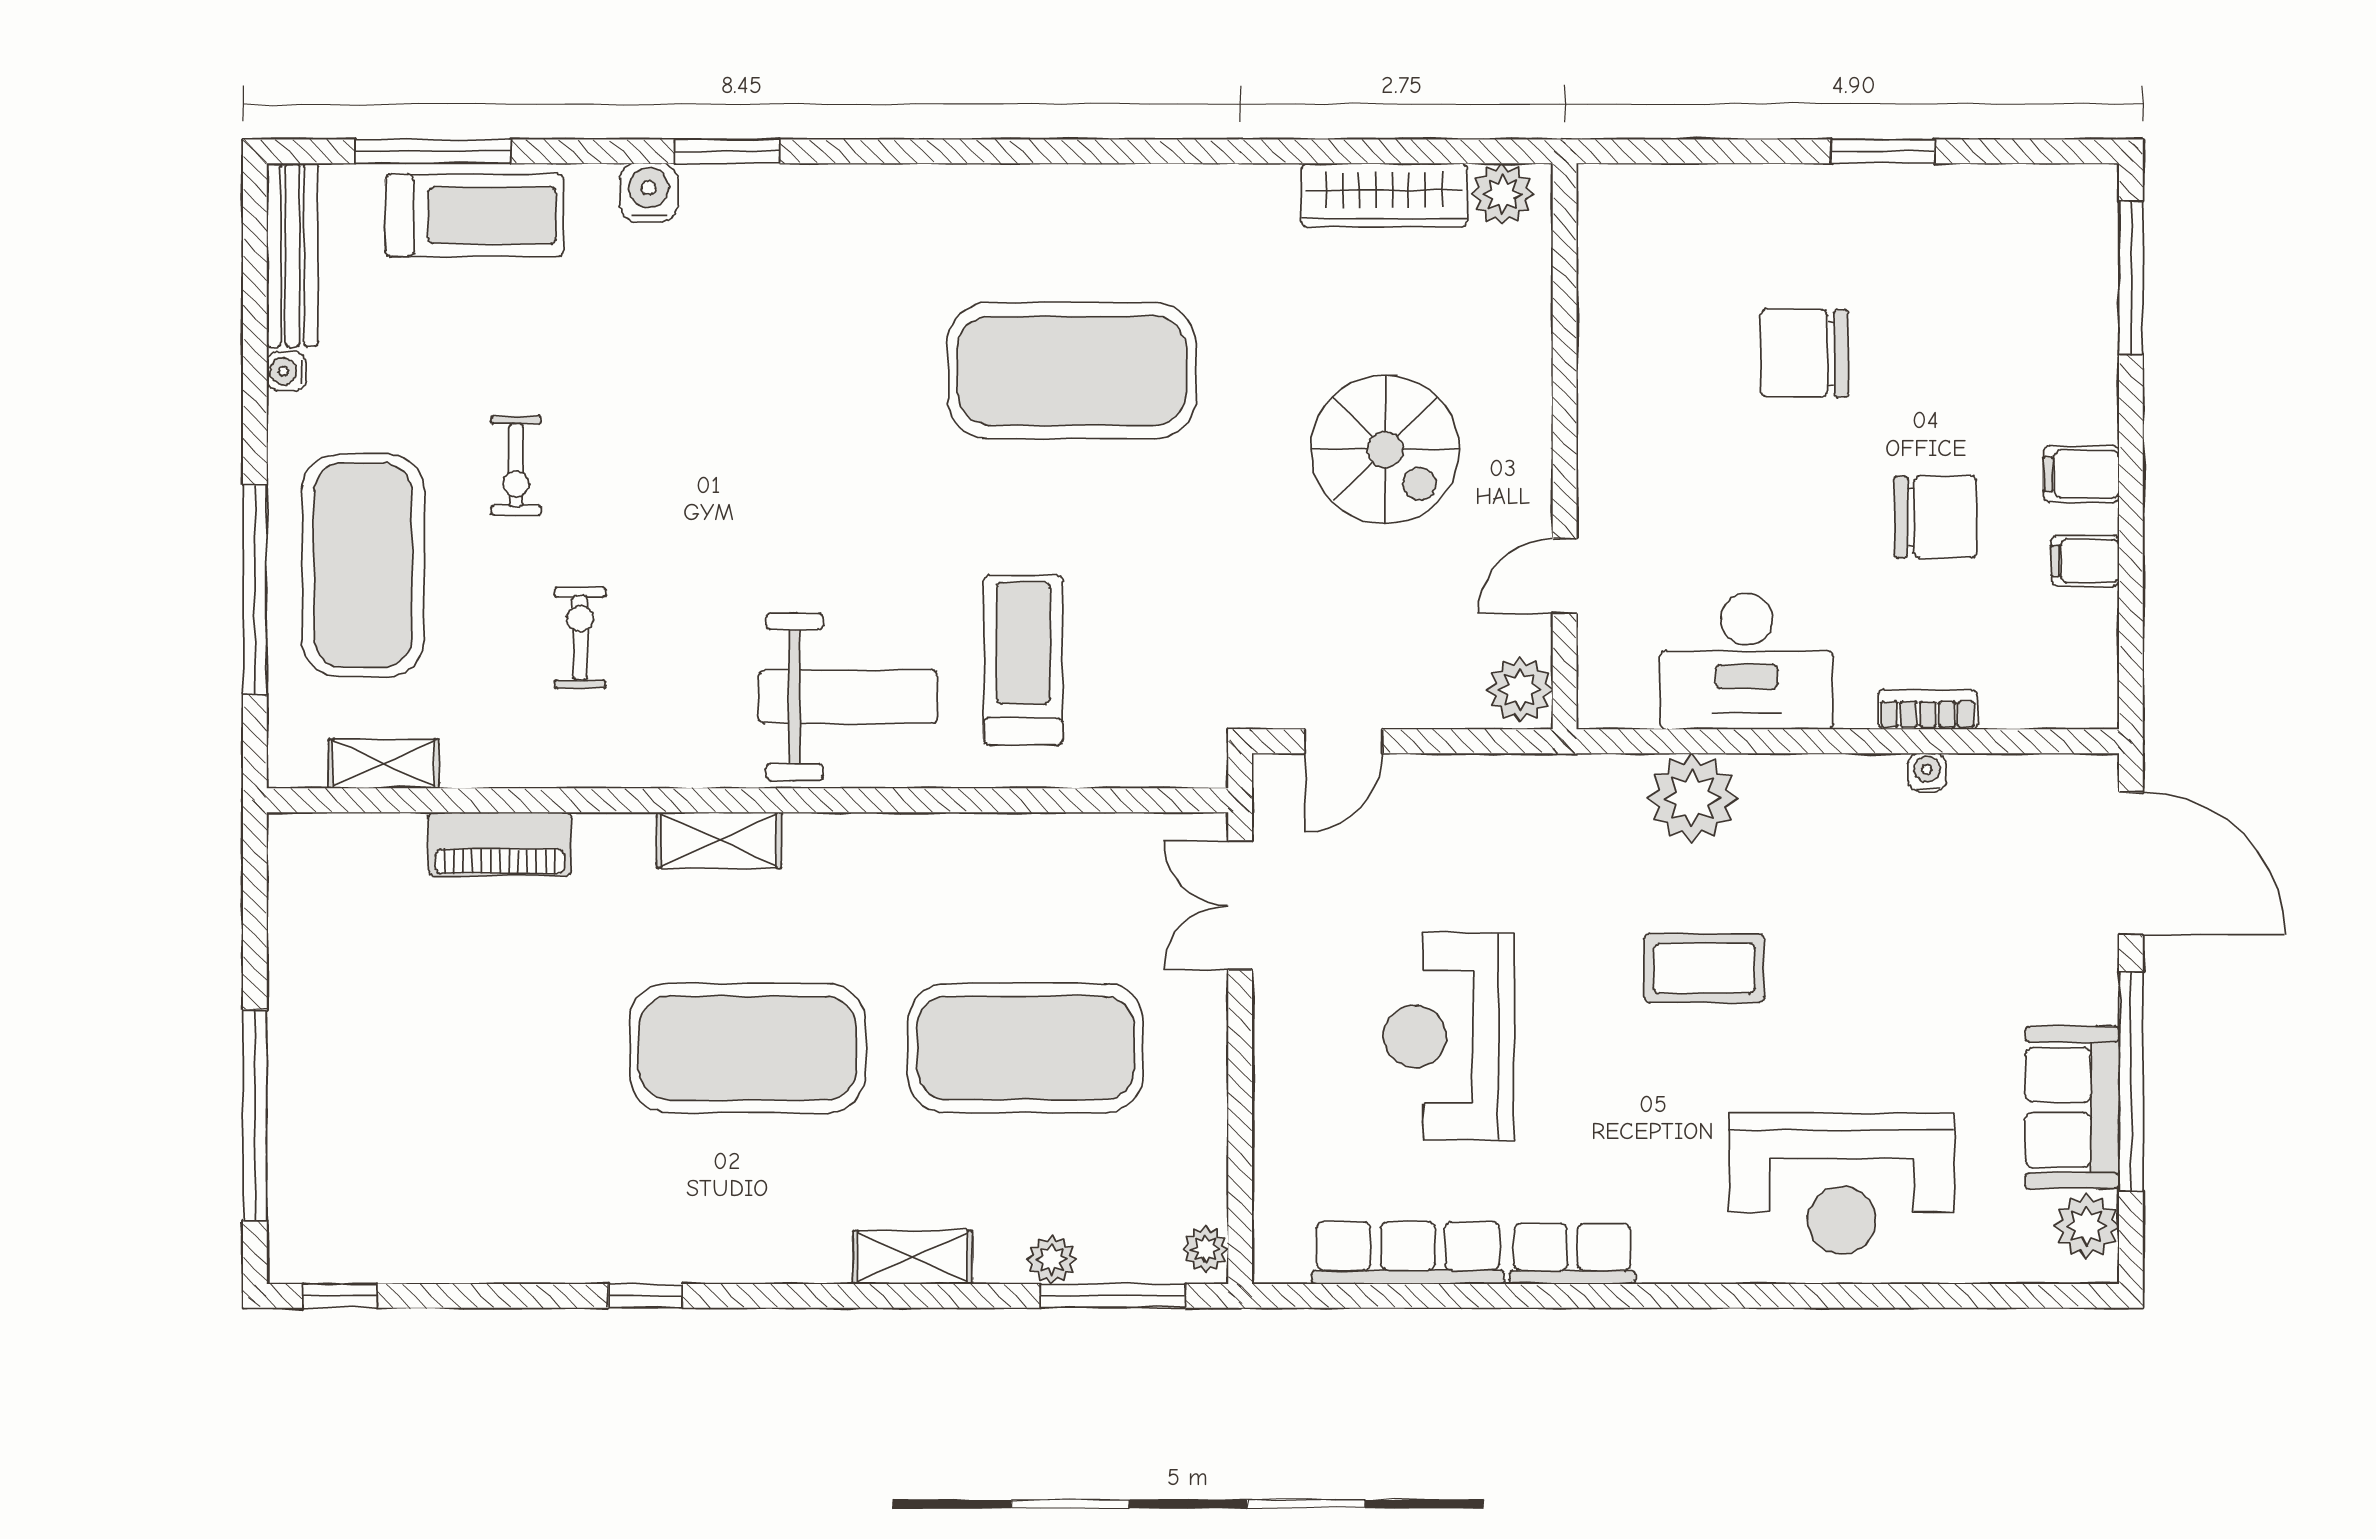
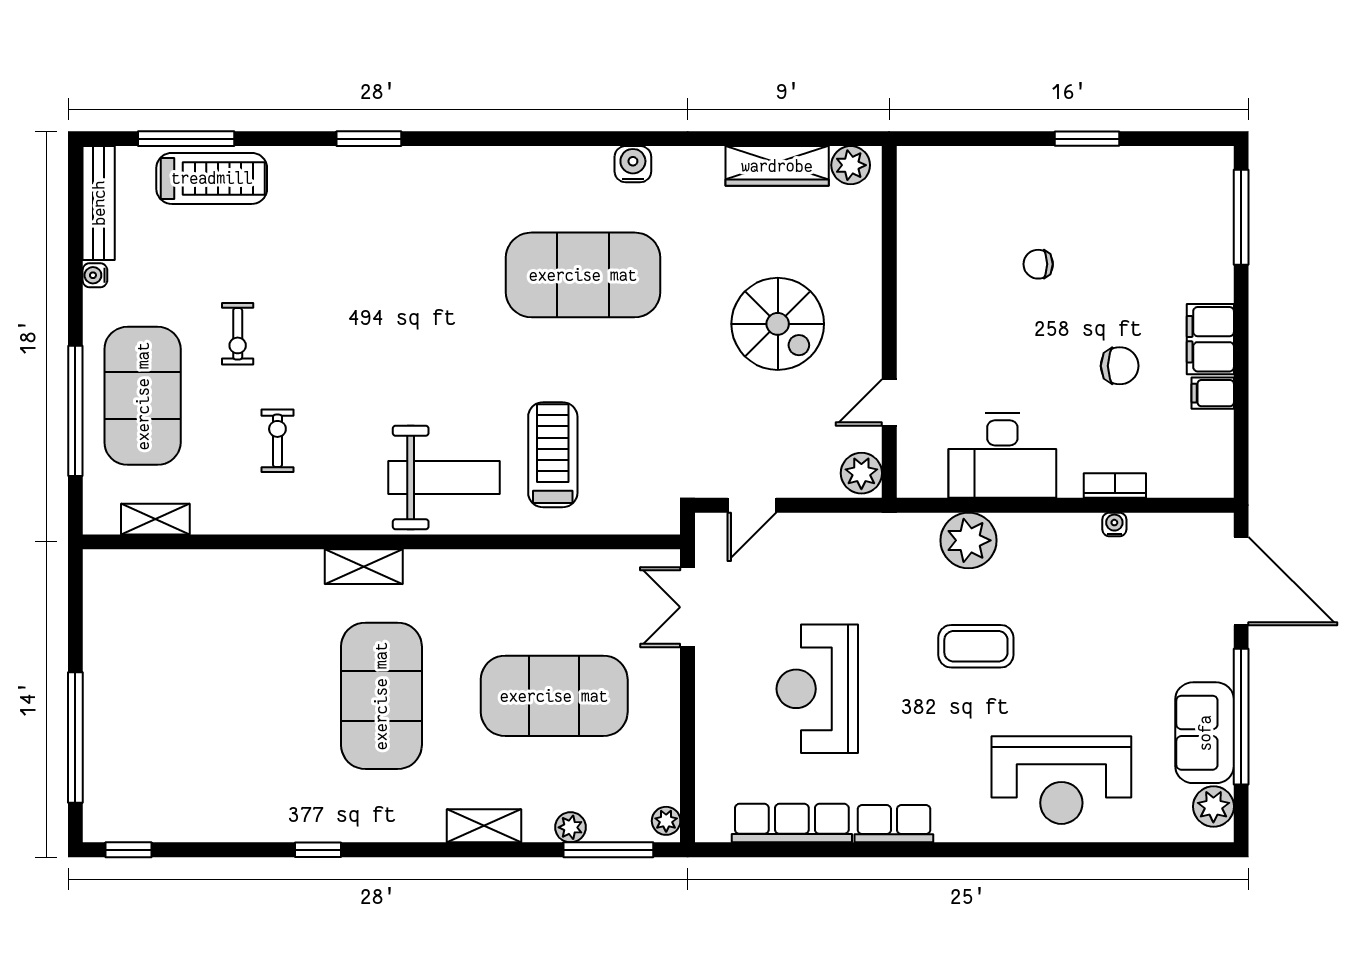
water cooler: (649, 192) -> (633, 164), moved
chair: (1804, 353) -> (1038, 264), width x0.54, depth x0.54
filing cabinet: (2081, 474) -> (1210, 339), width x2.00
chair: (1935, 517) -> (1120, 366), width x0.73, depth x0.73
piano: (500, 844) -> (228, 569), removed
exercise mat: (747, 1048) -> (381, 696), turned 90

